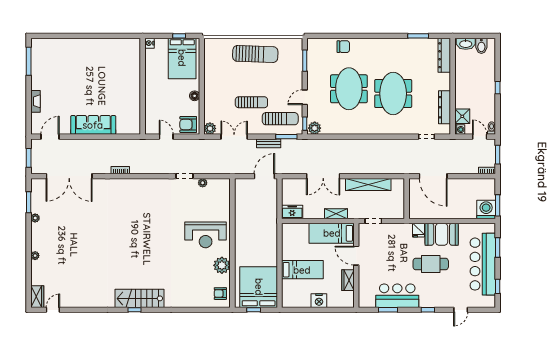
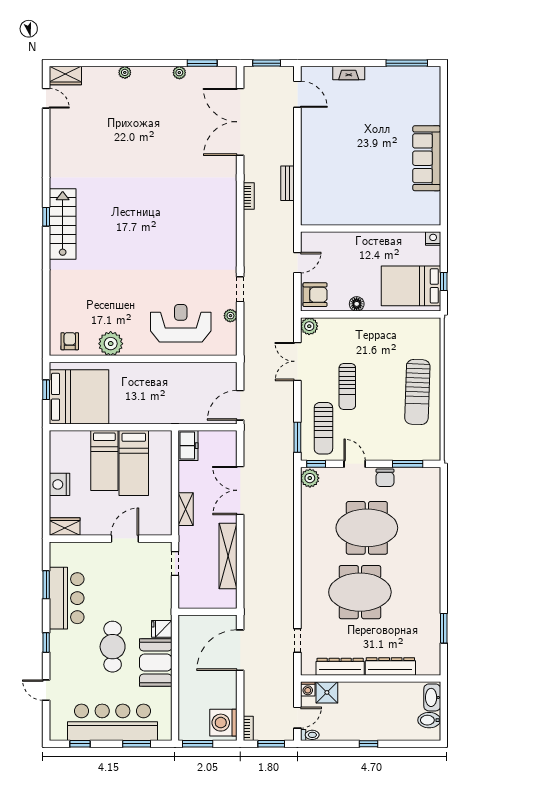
chair: (343, 47) -> (385, 478), moved
dresser: (444, 55) -> (390, 666), moved
armchair: (188, 124) -> (315, 295), turned 90
sofa: (93, 125) -> (427, 158), moved, turned 180
double door: (234, 137) -> (297, 361), swing flipped
bench: (269, 143) -> (288, 183), moved
door: (264, 176) -> (240, 405), swing flipped
washing machine: (486, 210) -> (223, 723), moved, turned 180
bed: (332, 233) -> (134, 463), moved, turned 180
reception desk: (206, 235) -> (181, 323), moved, turned 90
wardrobe: (348, 280) -> (65, 527), moved

